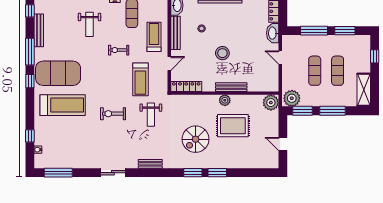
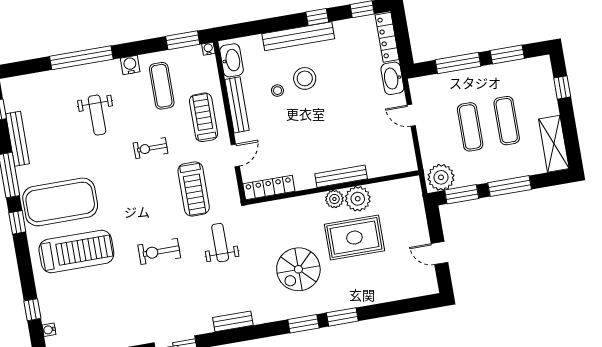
stool: (222, 53) -> (305, 78), moved
plant: (271, 103) -> (358, 199), moved
weight bench: (151, 115) -> (220, 243), turned 180

